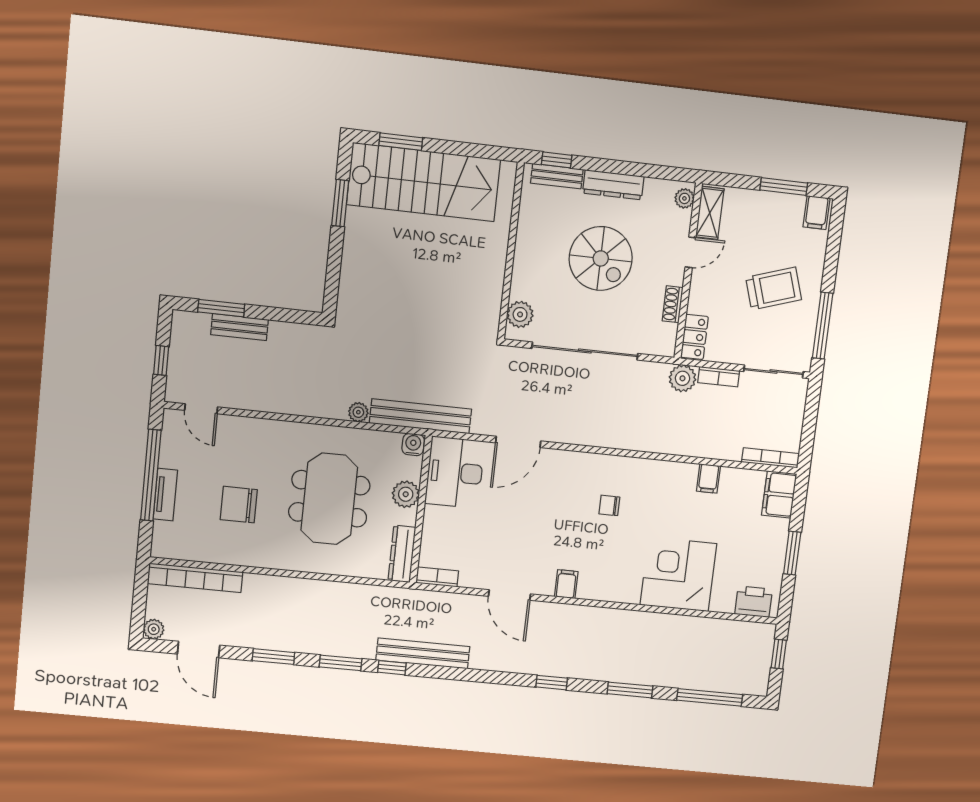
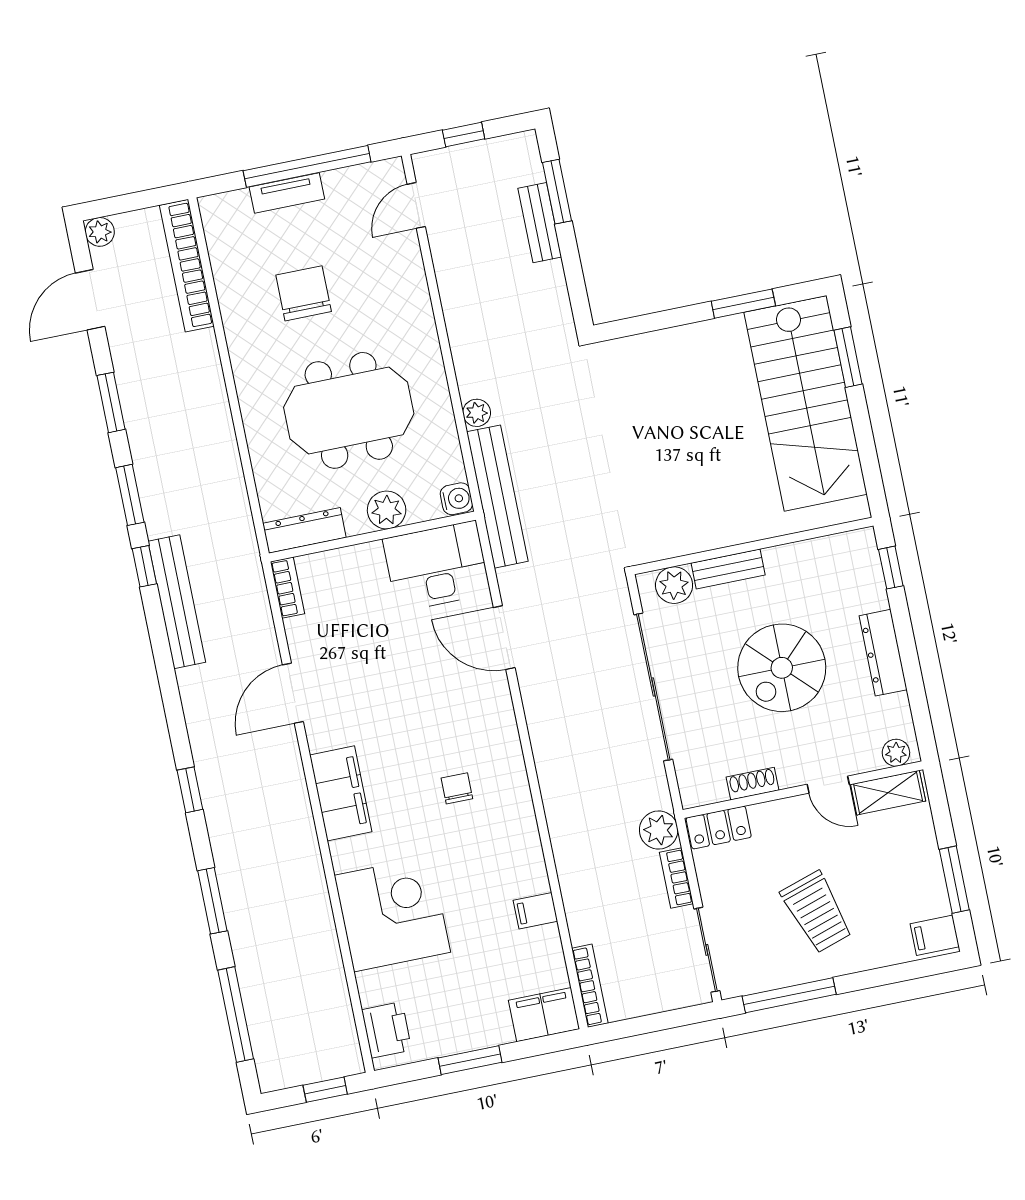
bench: (557, 176) -> (728, 569), moved, turned 90
filing cabinet: (566, 584) -> (341, 793), width x3.00, depth x1.17

